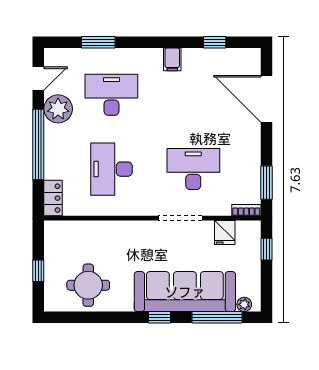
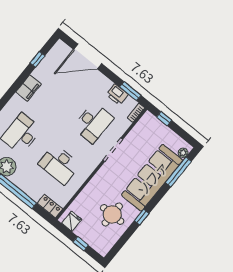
filing cabinet: (172, 59) -> (29, 88), width x2.00
desk: (193, 169) -> (93, 123), turned 180
printer: (250, 171) -> (117, 95), added
fridge: (225, 233) -> (72, 221), moved, turned -90
round table: (88, 285) -> (112, 214), moved
window: (159, 317) -> (142, 217), moved

